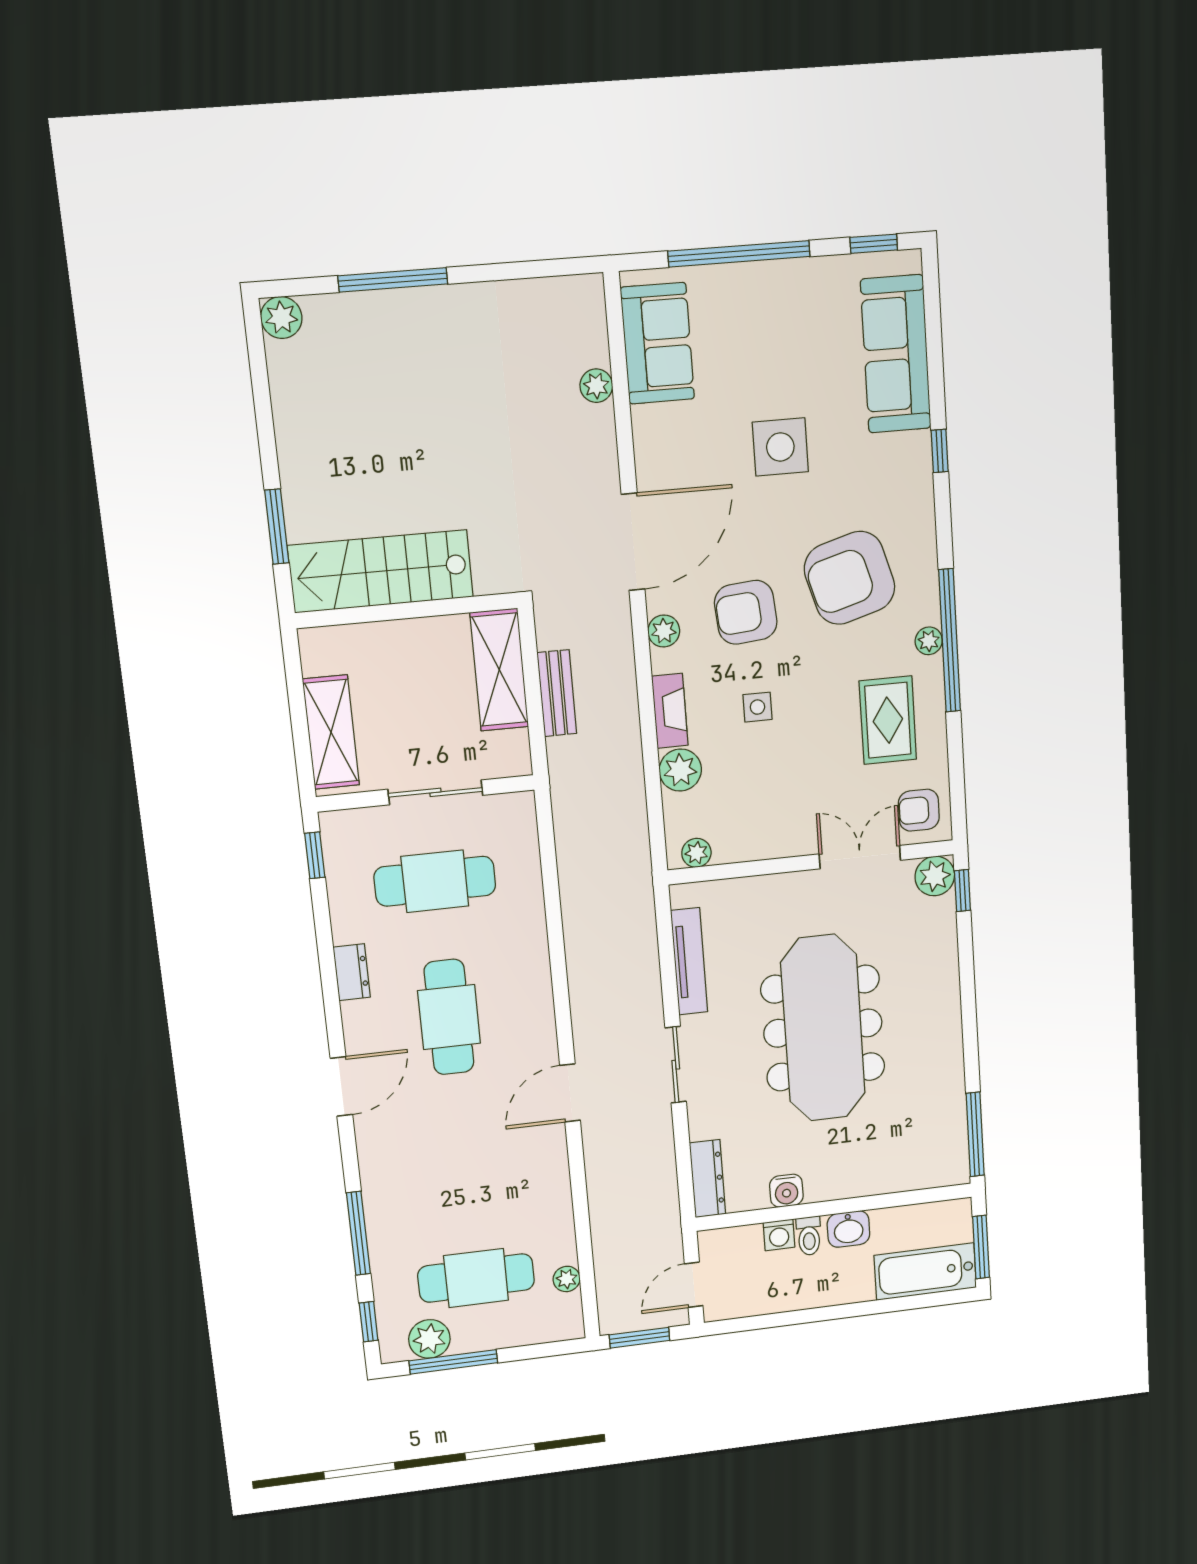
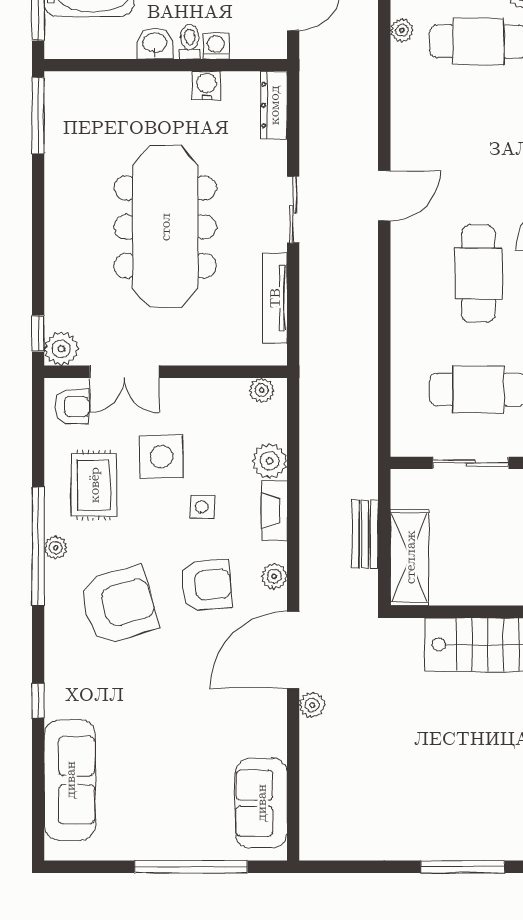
window: (874, 244) -> (83, 867), removed
plant: (596, 386) -> (312, 705), moved
side table: (780, 447) -> (161, 457), moved

